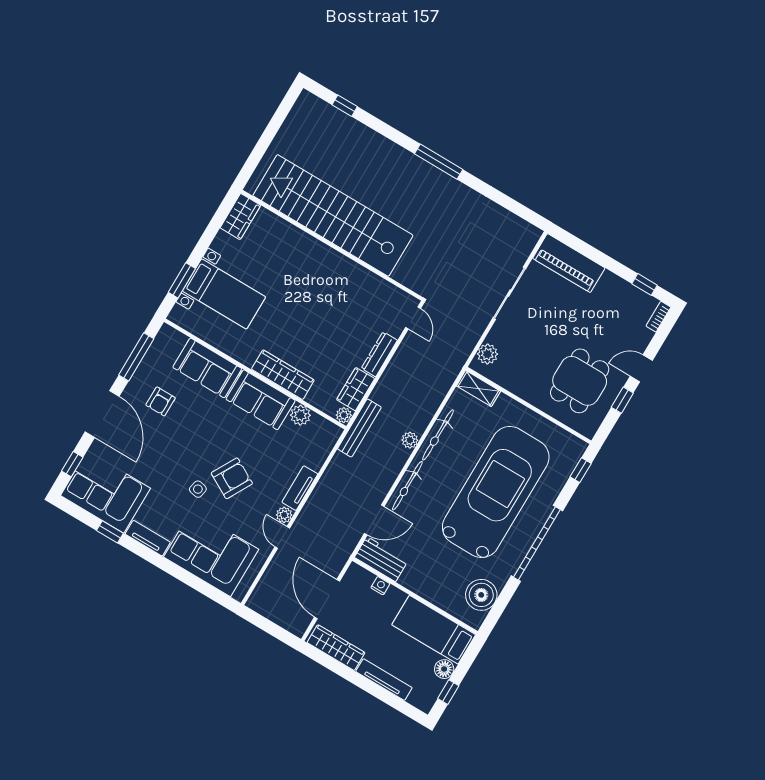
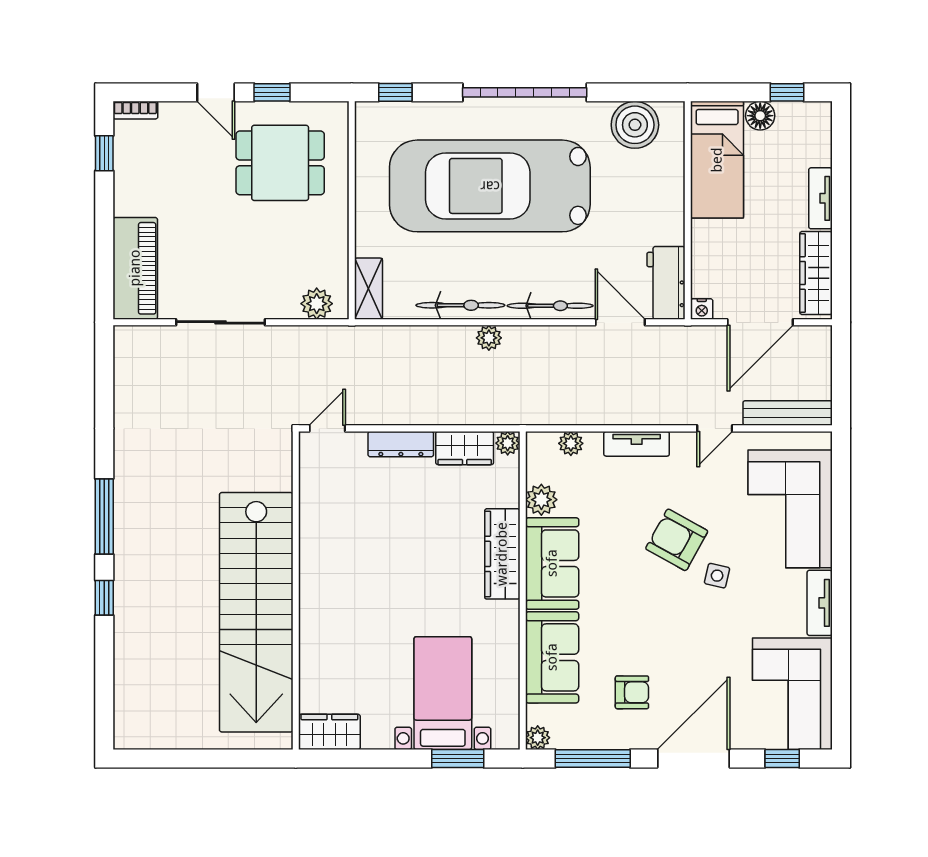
window: (345, 106) -> (104, 598), moved
plant: (167, 333) -> (538, 738), added
bench: (359, 428) -> (788, 413), moved
plant: (284, 515) -> (571, 443), moved
window: (110, 532) -> (841, 657), removed
nightstand: (380, 586) -> (702, 309), moved, turned -90
tv unit: (384, 680) -> (821, 198), width x0.71

